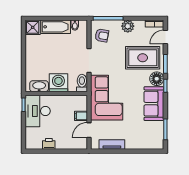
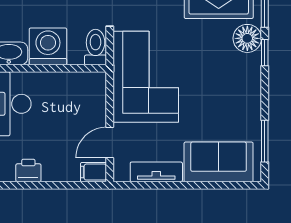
sofa: (154, 104) -> (219, 162), moved, turned 90
filing cabinet: (81, 116) -> (93, 172), moved

